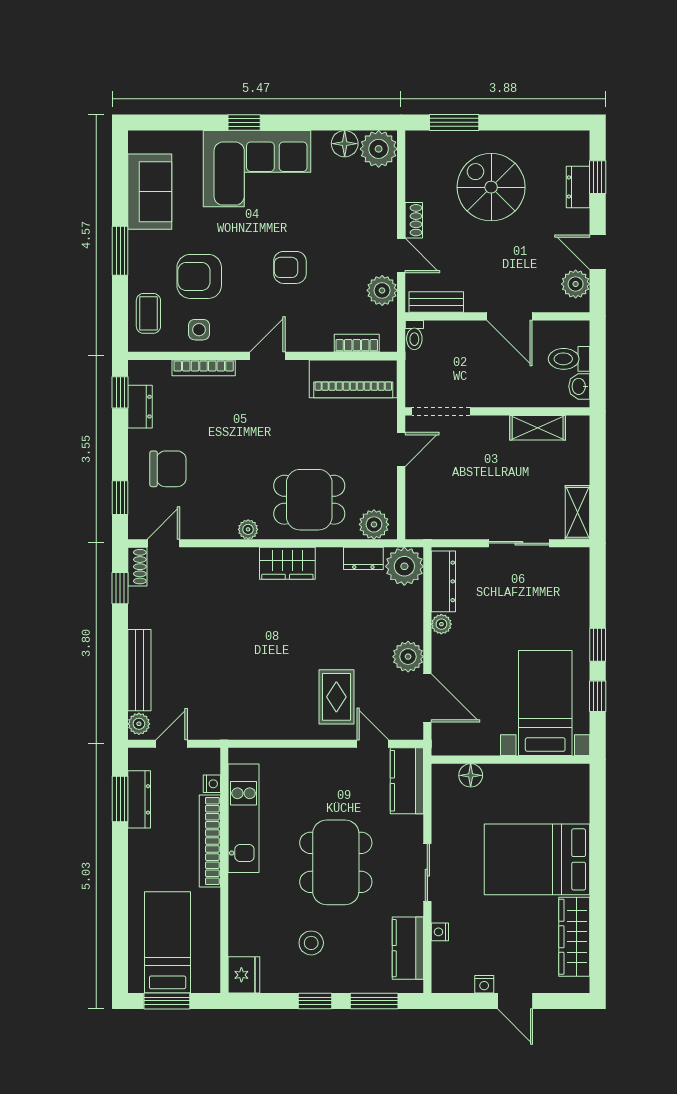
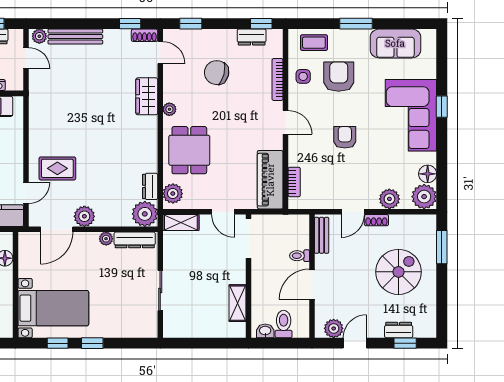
plant: (382, 290) -> (389, 199), moved
toilet: (414, 335) -> (300, 256), moved
chair: (168, 469) -> (217, 73), moved, turned 104
shelving: (578, 512) -> (181, 222), moved
wardrobe: (287, 563) -> (147, 96), moved

